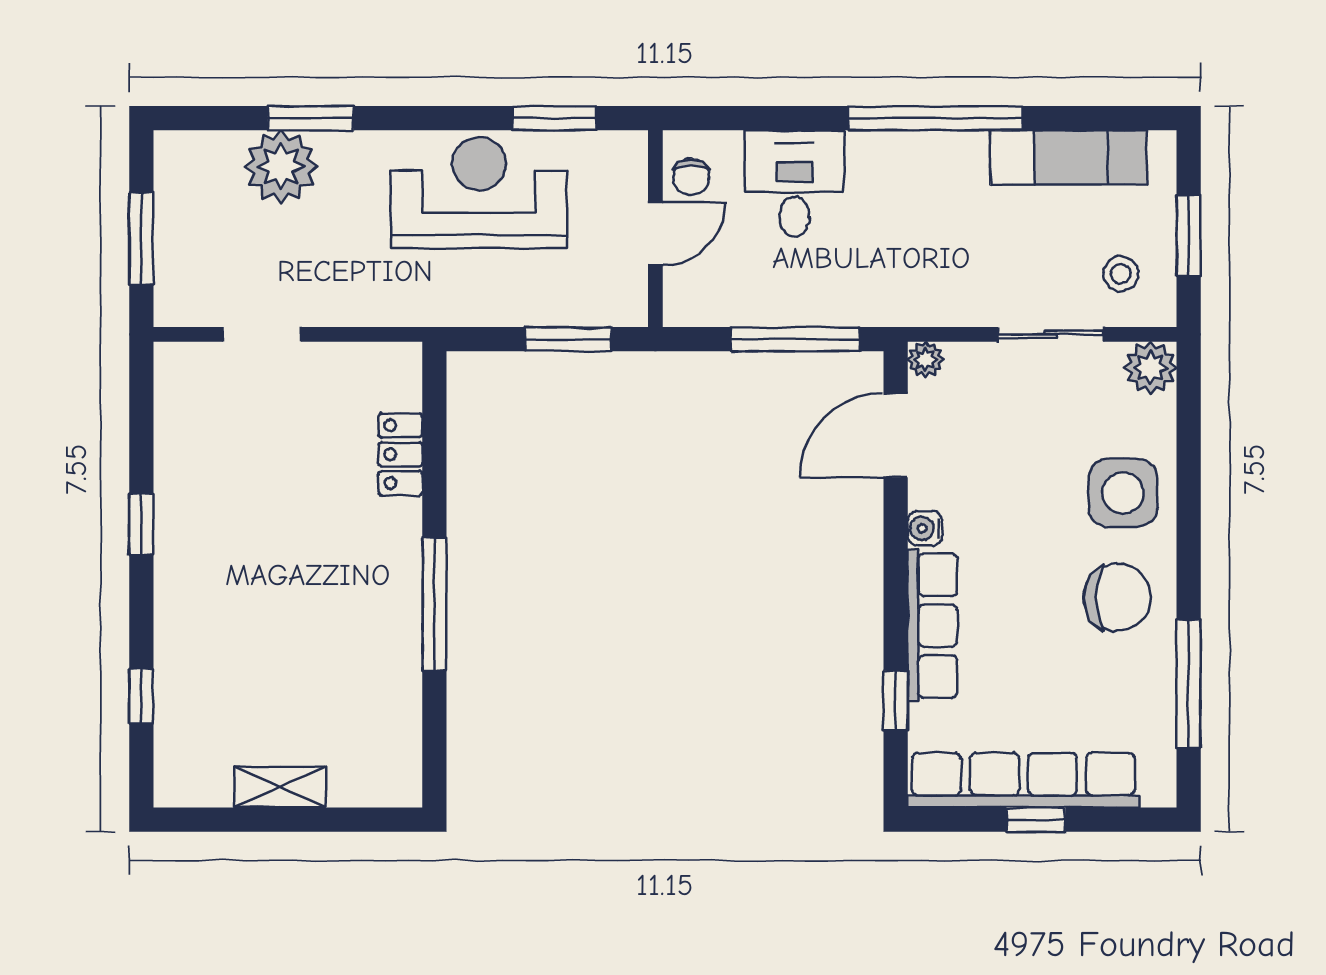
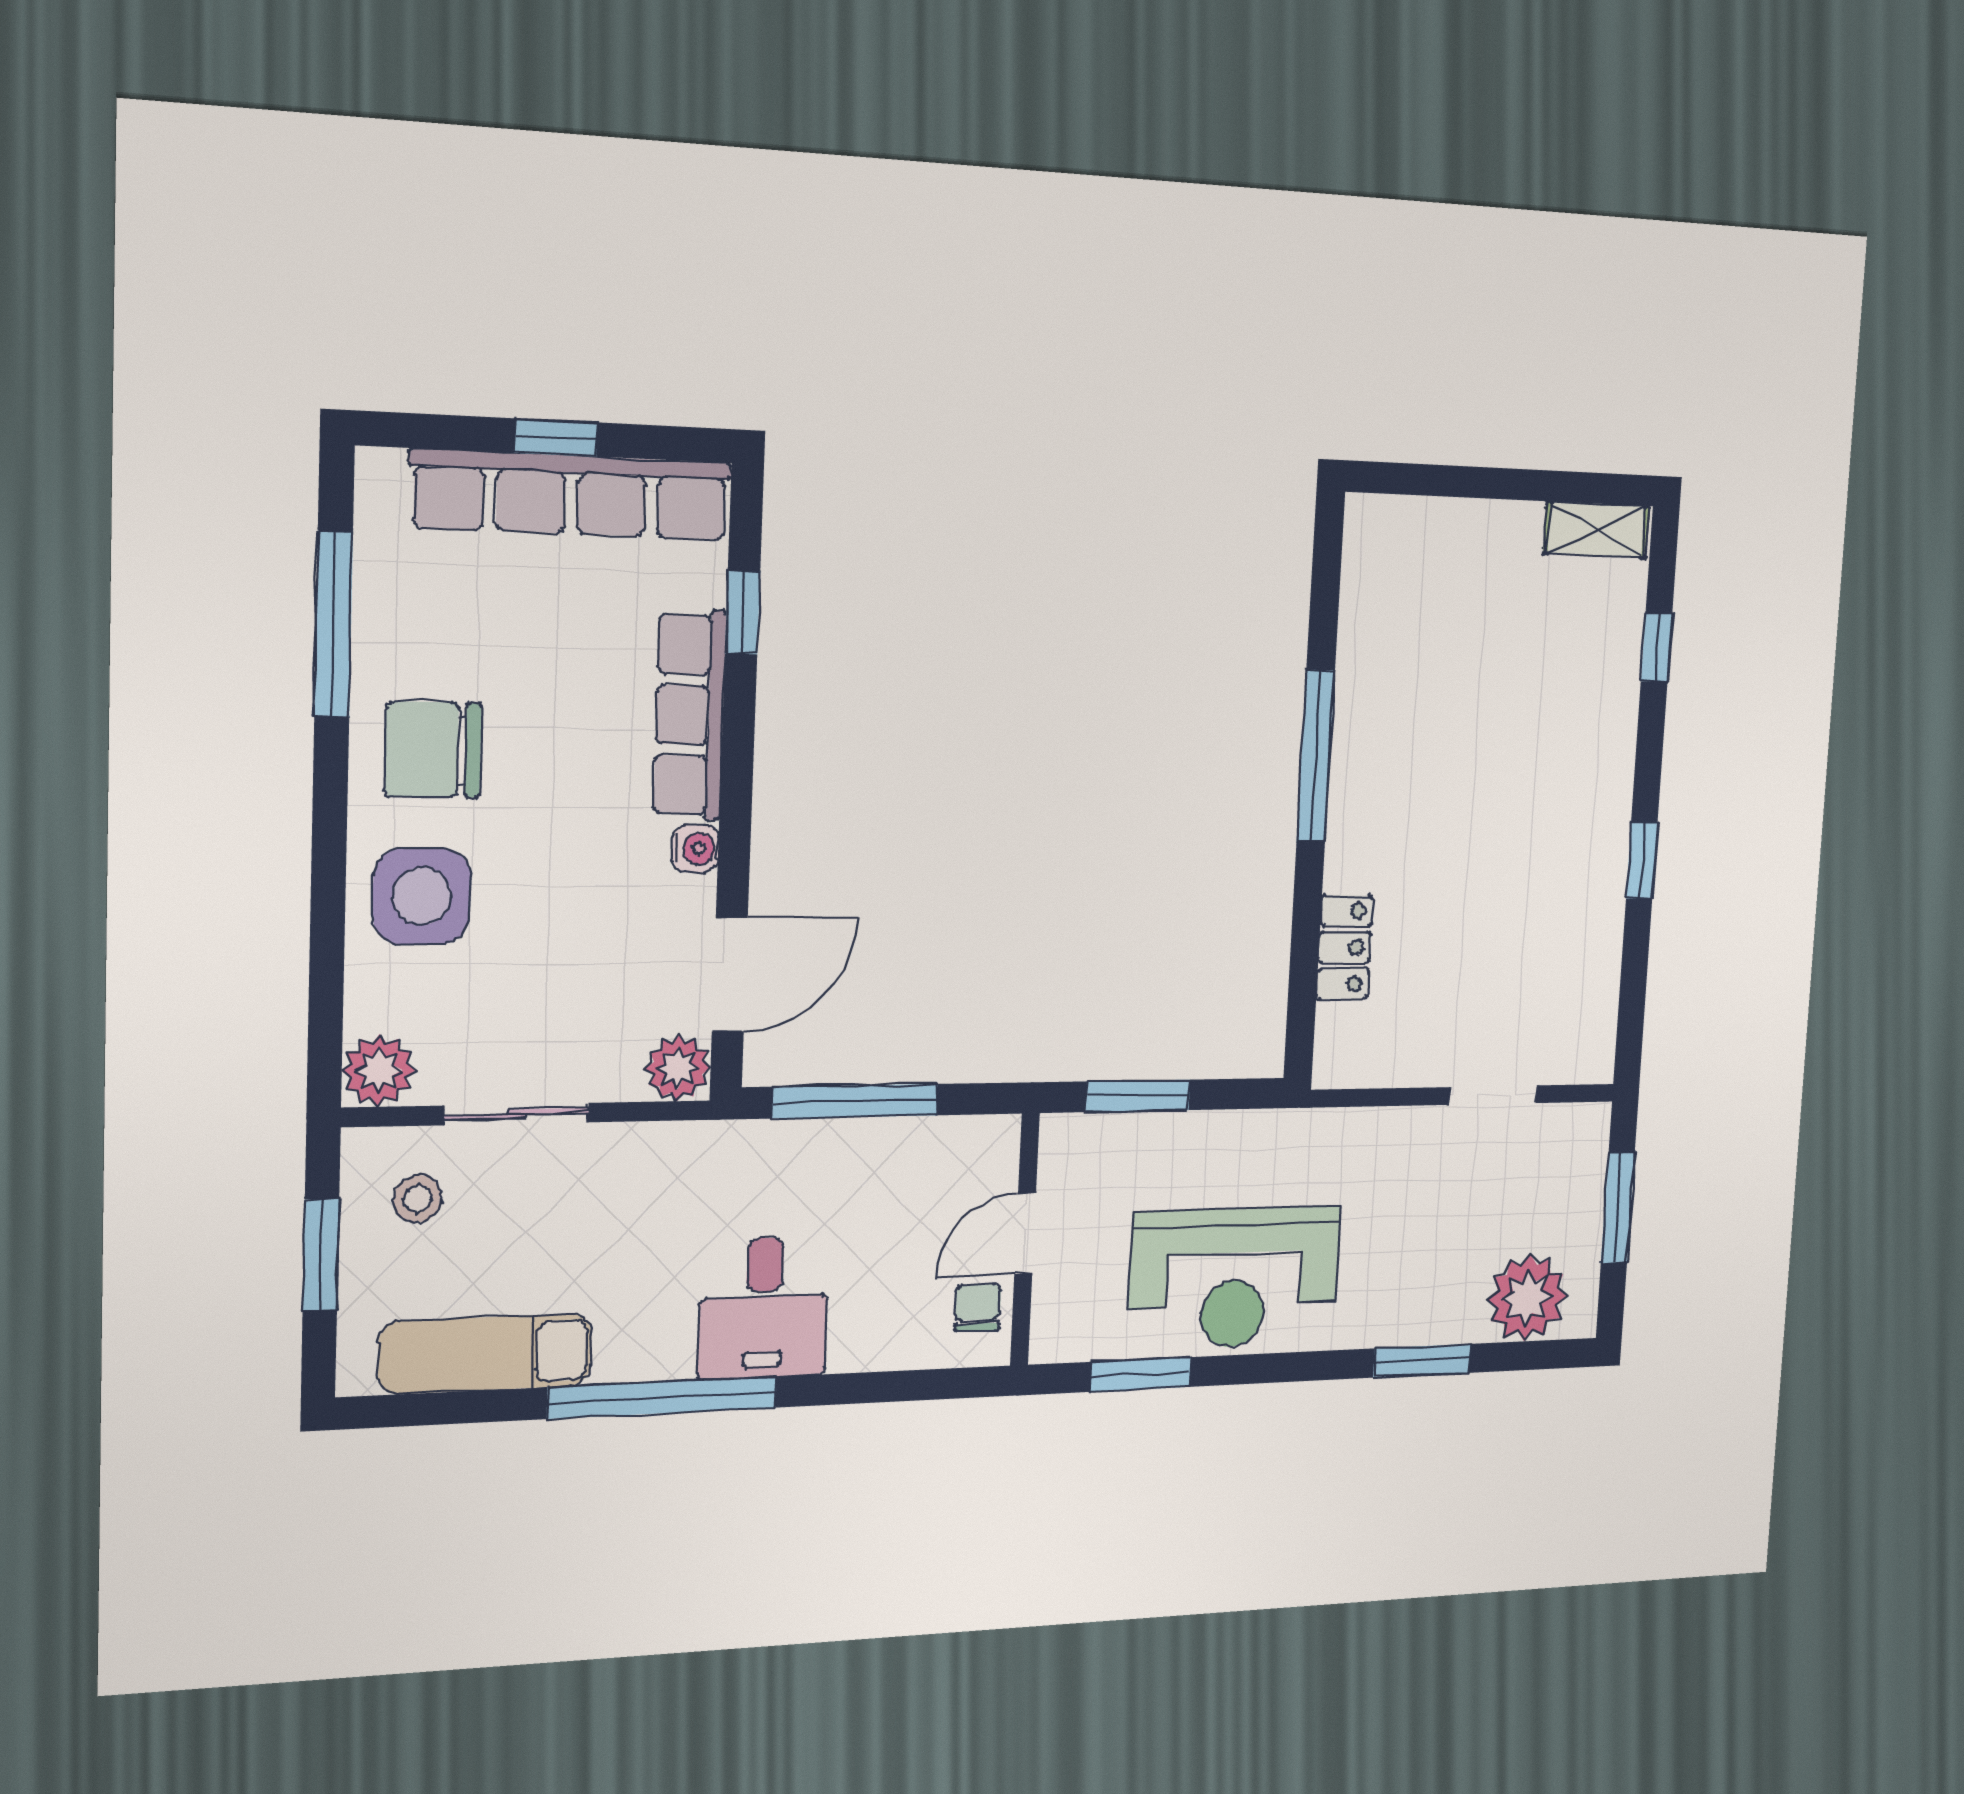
plant: (281, 167) -> (1527, 1298), moved
desk: (794, 184) -> (764, 1308), moved
plant: (926, 360) -> (678, 1068), width x1.38, depth x1.38
shelving: (280, 787) -> (1596, 530), moved

